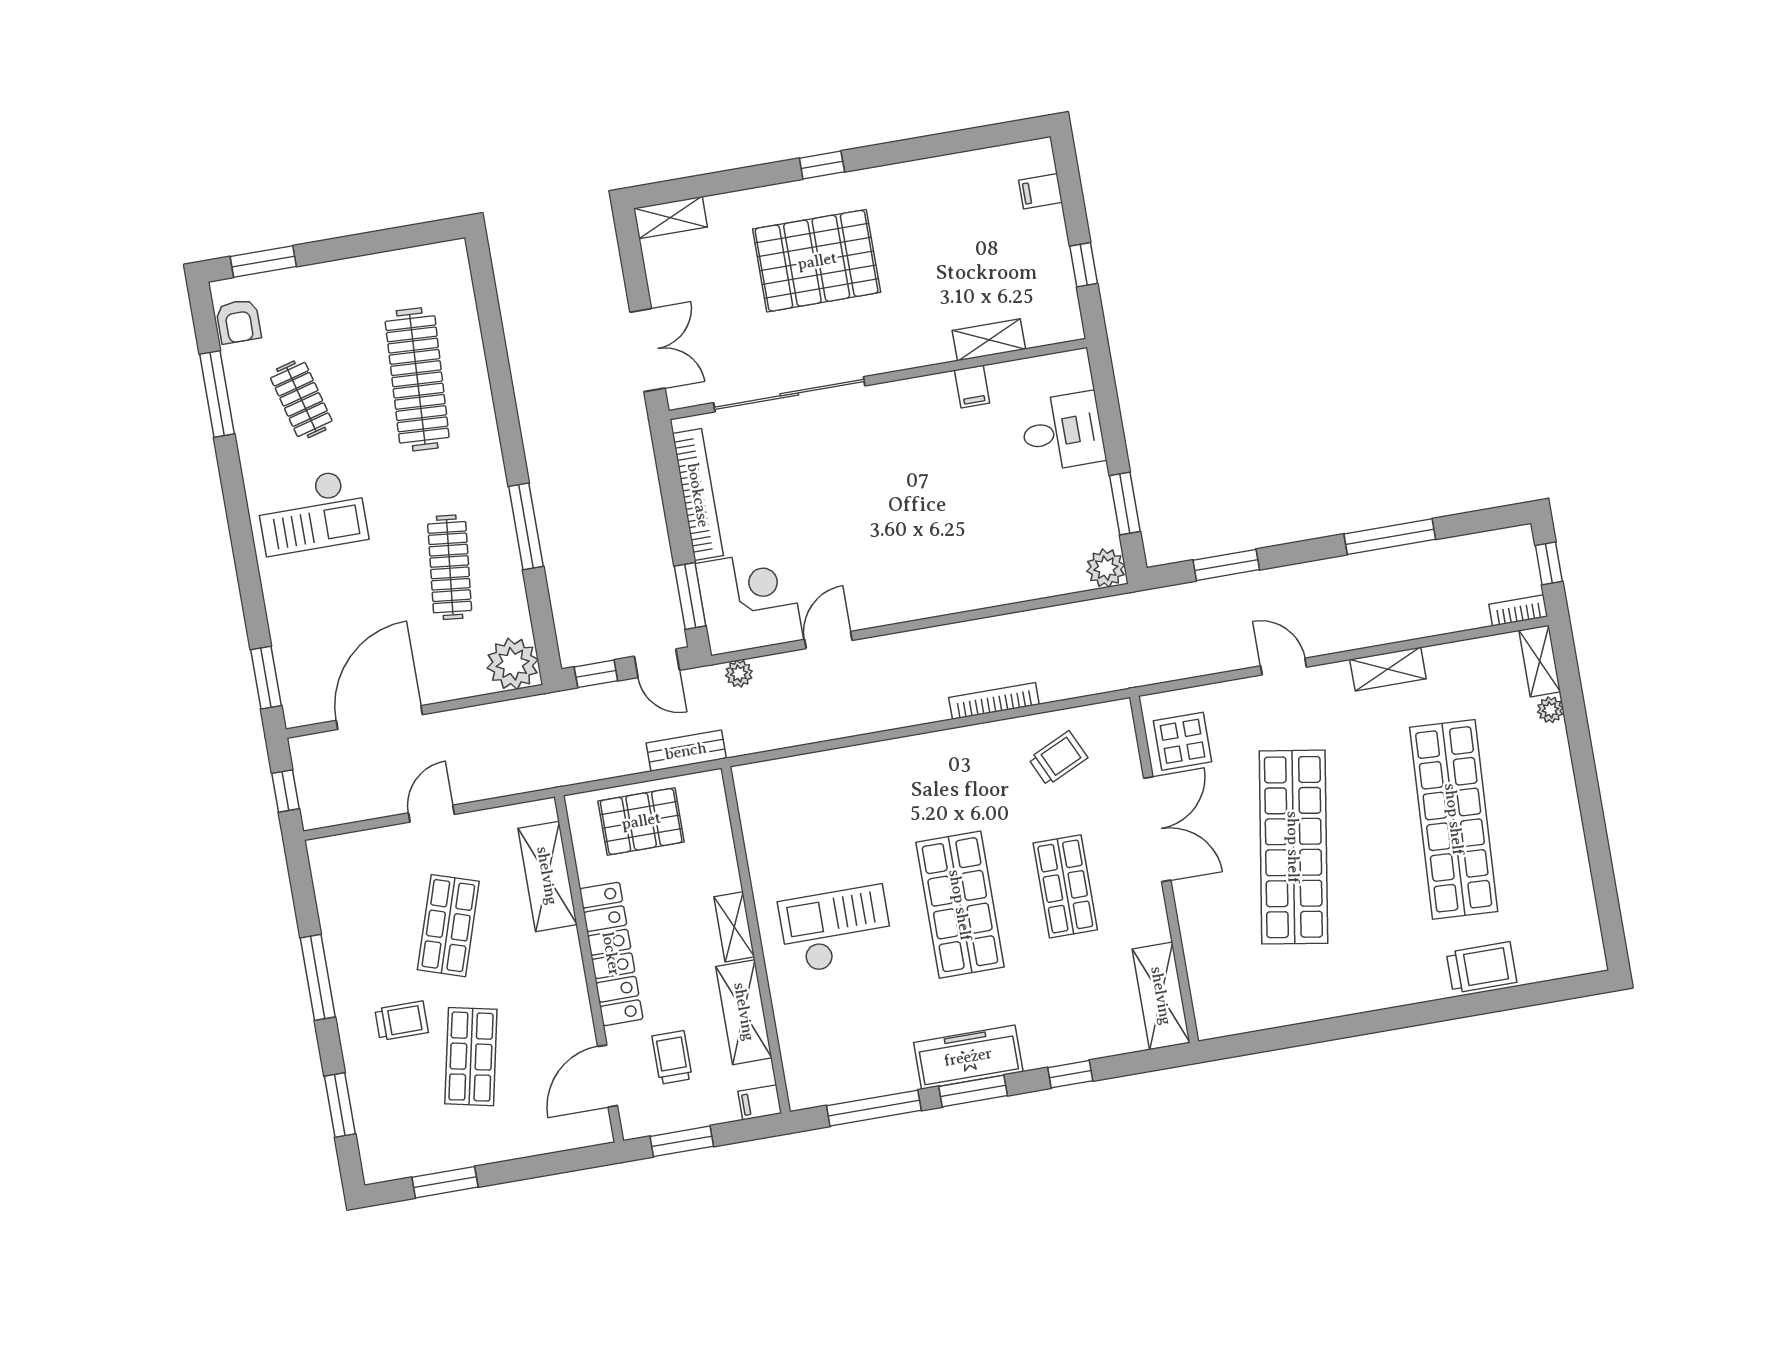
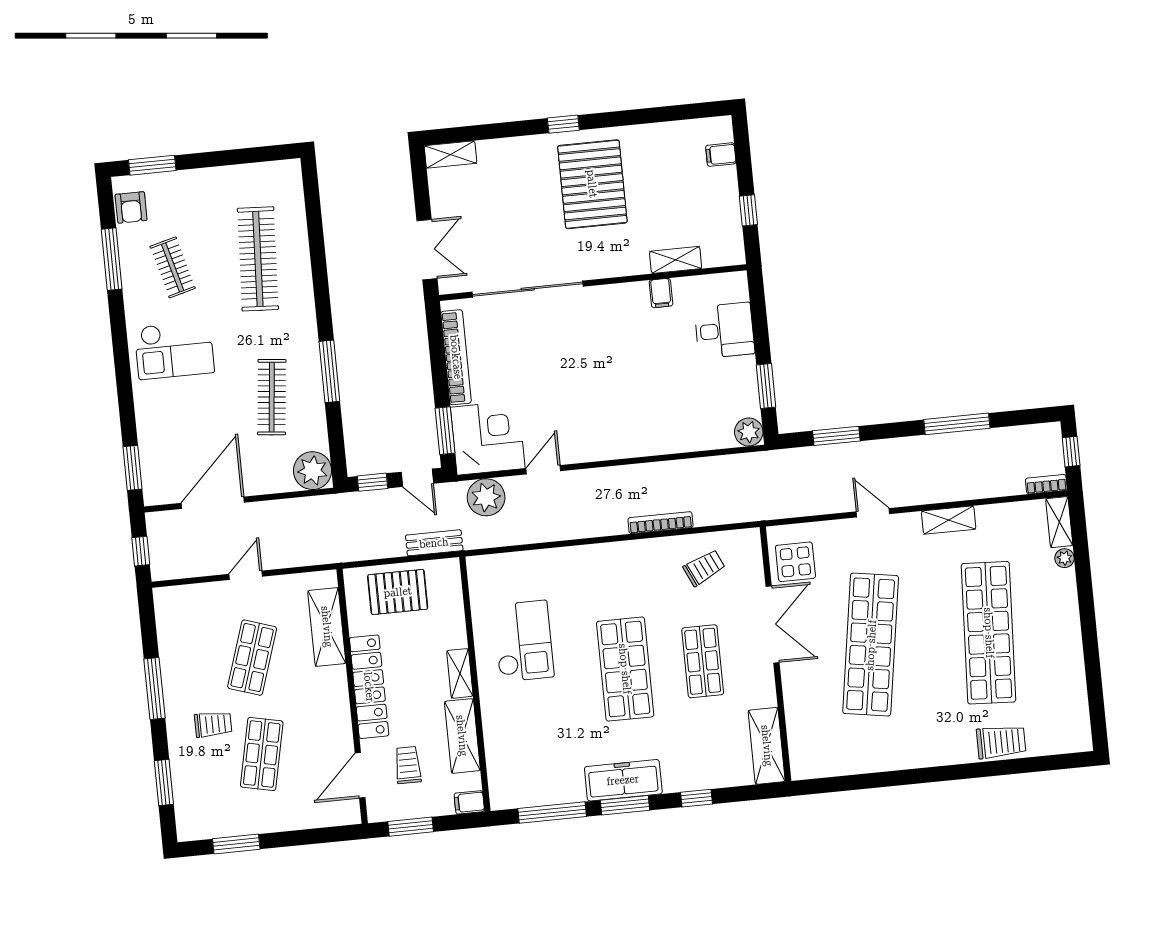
pallet: (817, 261) -> (592, 184), moved, turned 90
plant: (739, 674) -> (486, 497), width x1.88, depth x1.88
checkout: (836, 929) -> (523, 641), moved, turned 90

